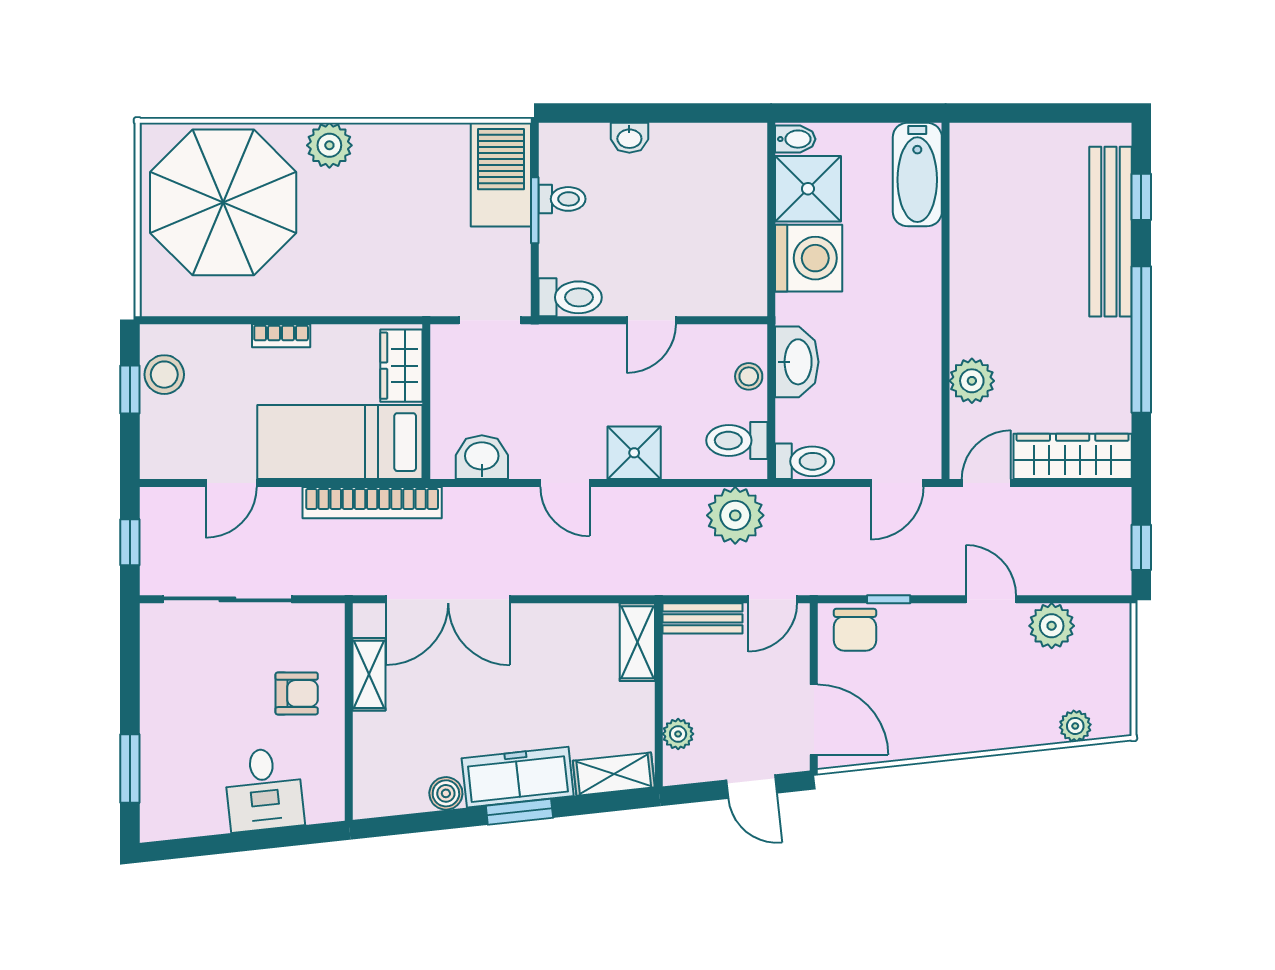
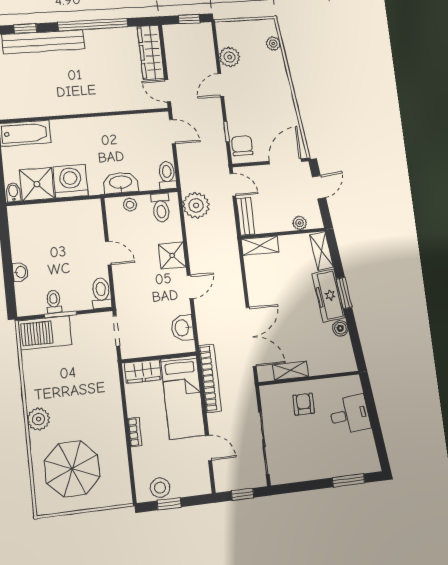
parasol: (223, 202) -> (72, 469), width x0.73, depth x0.73
plant: (972, 381) -> (121, 101), removed
chair: (855, 630) -> (242, 146), turned -90

